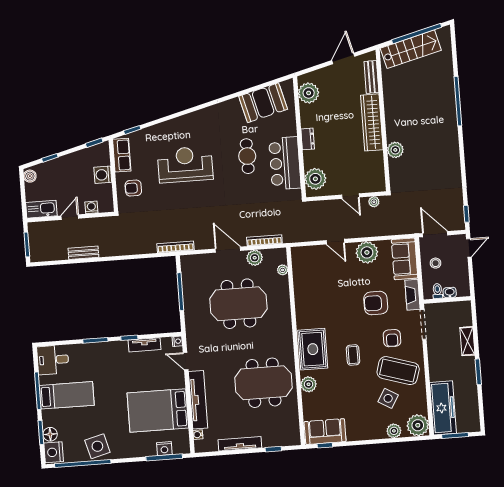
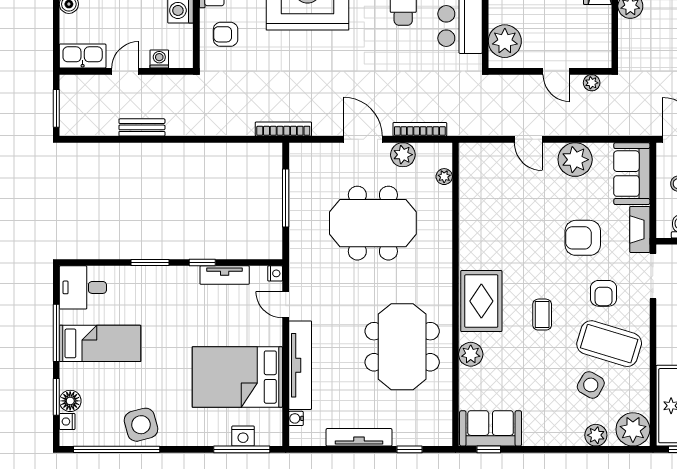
meeting table: (264, 383) -> (402, 347), turned 90
nightstand: (54, 452) -> (67, 422), width x0.53, depth x0.56

